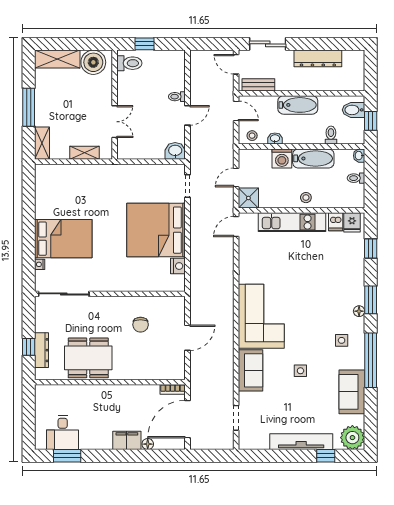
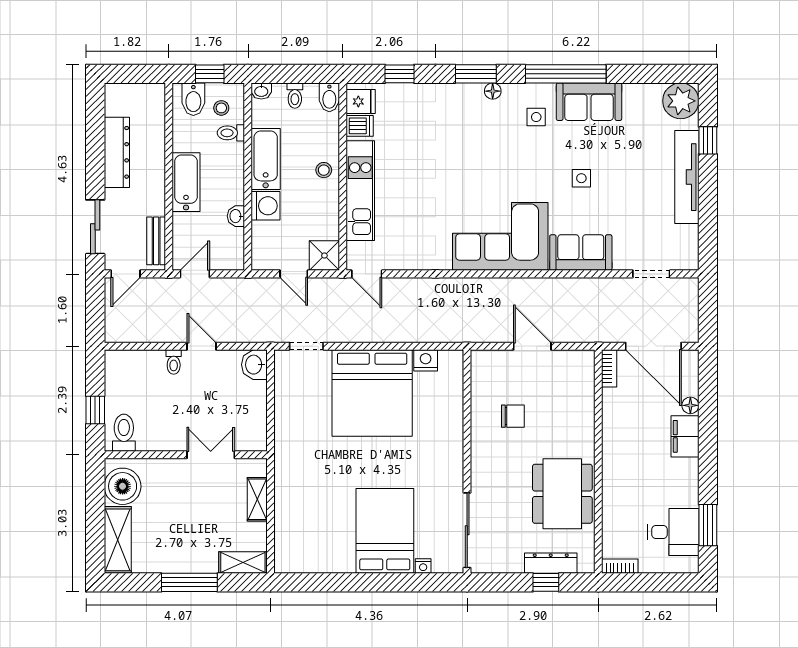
stool: (252, 136) -> (221, 108), moved
bidet: (355, 201) -> (329, 97), added
sofa: (352, 392) -> (589, 102), moved
bookcase: (40, 397) -> (620, 566), added

